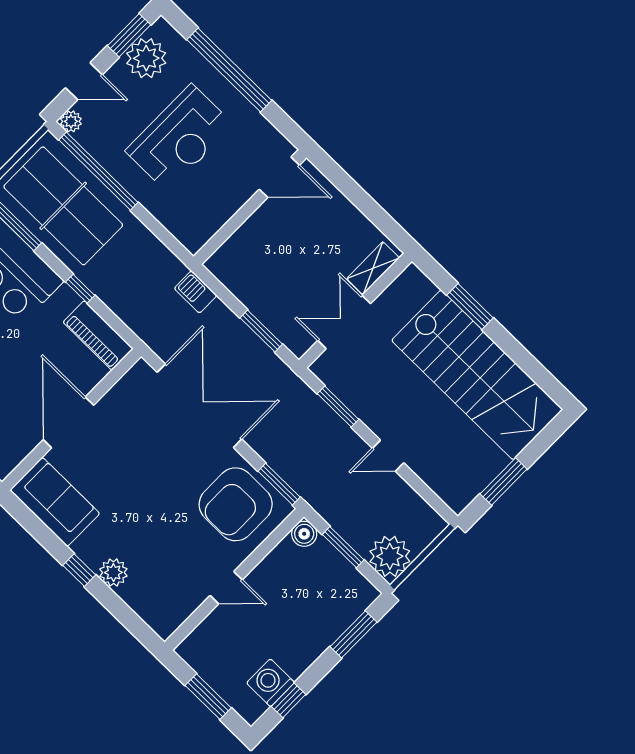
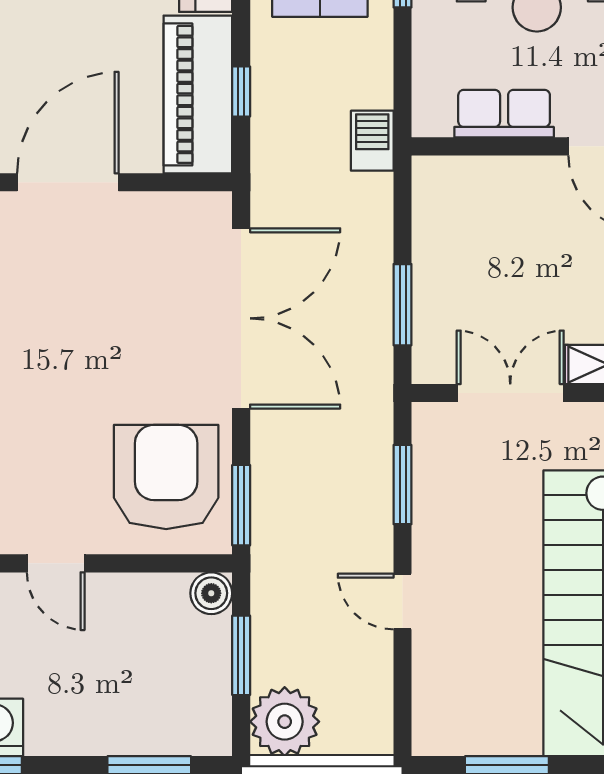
row of seats: (222, 207) -> (504, 114), added
window: (80, 289) -> (241, 91), moved
barbecue: (196, 292) -> (372, 141), moved
piano: (98, 335) -> (198, 94), width x1.37, depth x1.33
armchair: (236, 504) -> (166, 477), turned 90

